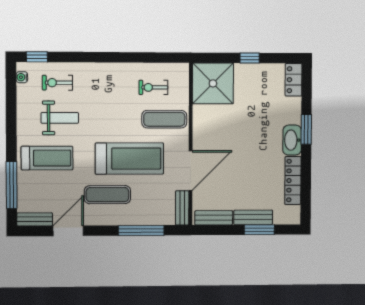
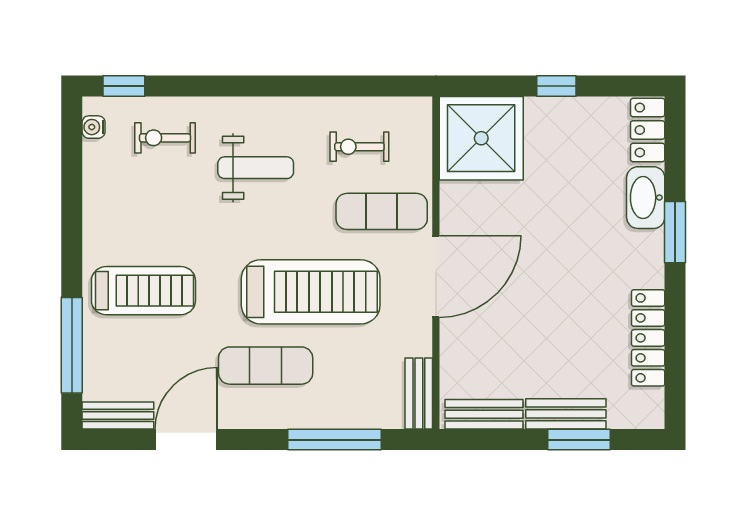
weight bench: (60, 118) -> (256, 168), moved
washbasin: (292, 140) -> (646, 198), moved
door: (191, 170) -> (436, 276), moved

